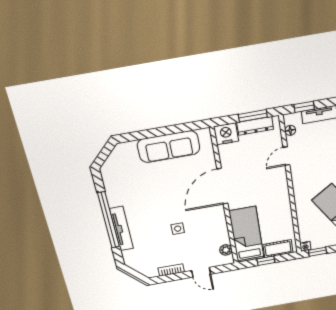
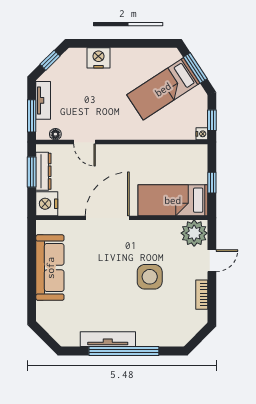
window: (304, 107) -> (32, 116), width x1.50
door: (222, 186) -> (107, 218), swing flipped
tv unit: (122, 229) -> (108, 339), moved
side table: (178, 229) -> (150, 277), width x1.87, depth x1.87
cot: (278, 249) -> (198, 166), removed
plant: (226, 250) -> (194, 233), width x1.88, depth x1.88

